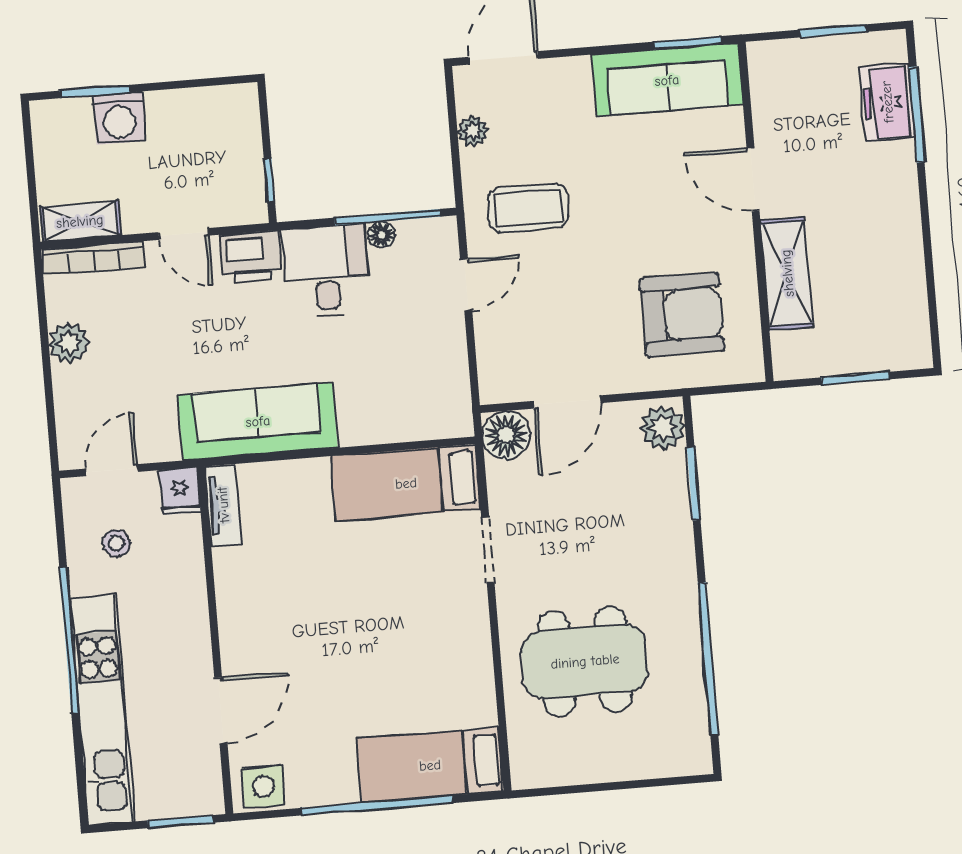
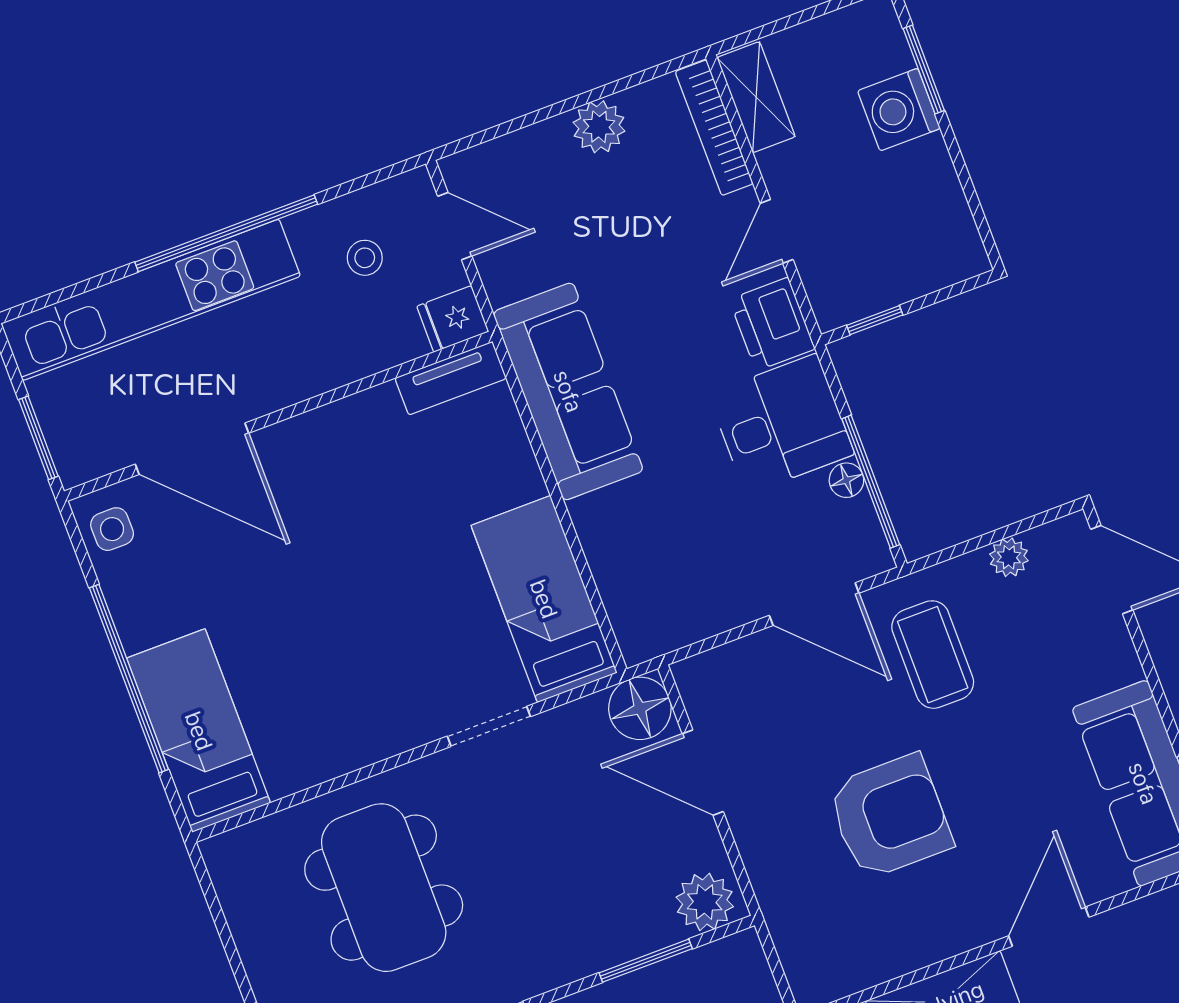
door: (466, 285) -> (814, 604), width x1.38
armchair: (682, 314) -> (890, 817), moved, turned -90
door: (221, 711) -> (192, 449), width x1.36
side table: (263, 786) -> (112, 529), width x0.73, depth x0.73

